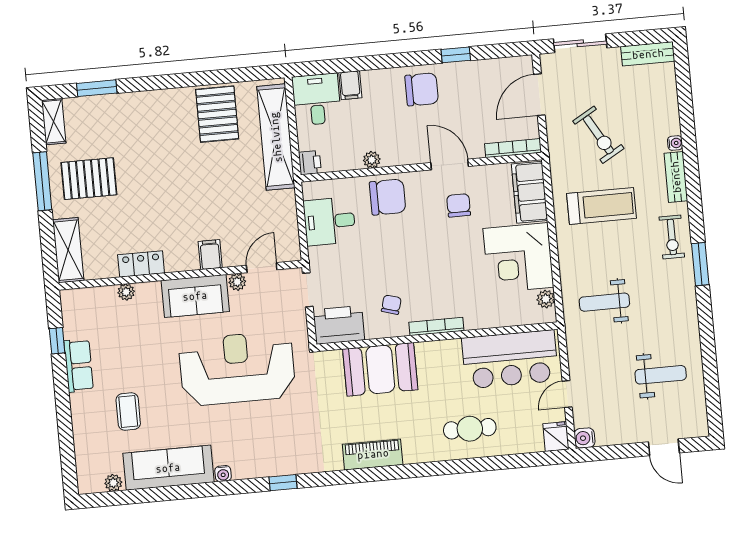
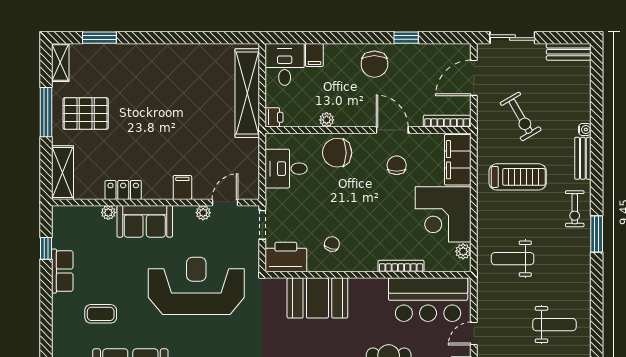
chair: (422, 89) -> (374, 64), turned 90
pallet: (217, 114) -> (199, 69), removed
chair: (388, 197) -> (337, 153), turned 180
sofa: (195, 296) -> (145, 221), moved
bookcase: (436, 327) -> (401, 266), moved
coffee table: (128, 411) -> (101, 314), turned 90

